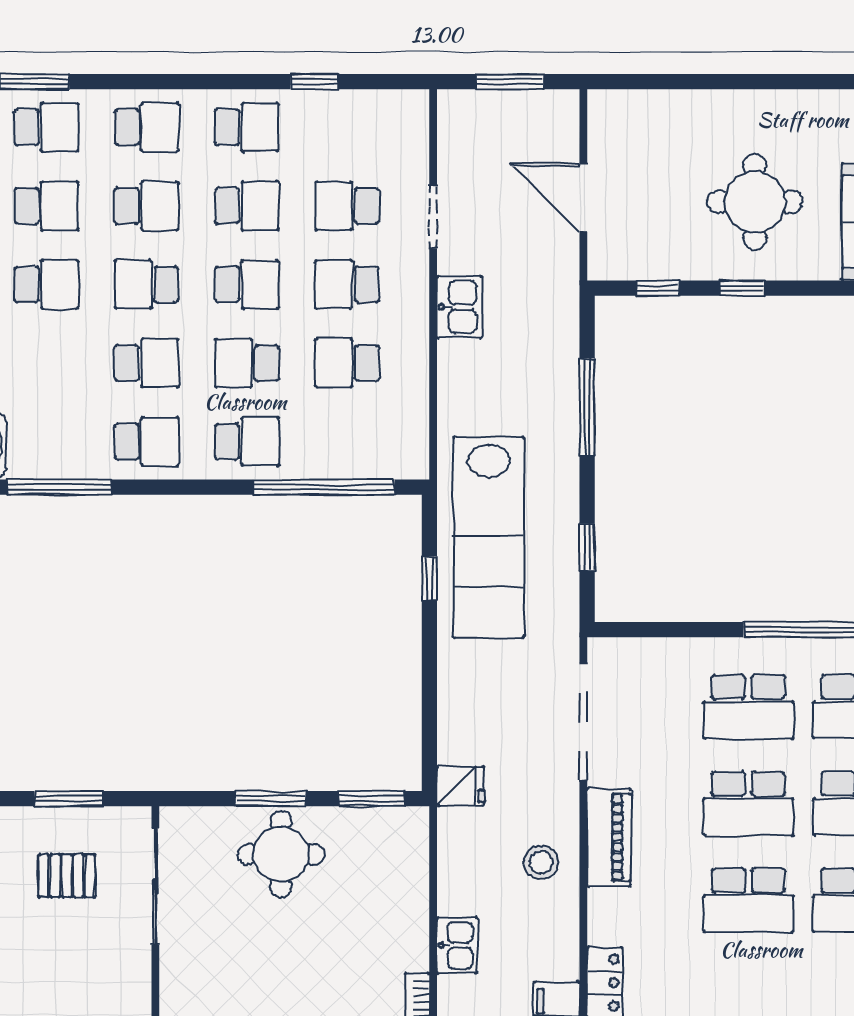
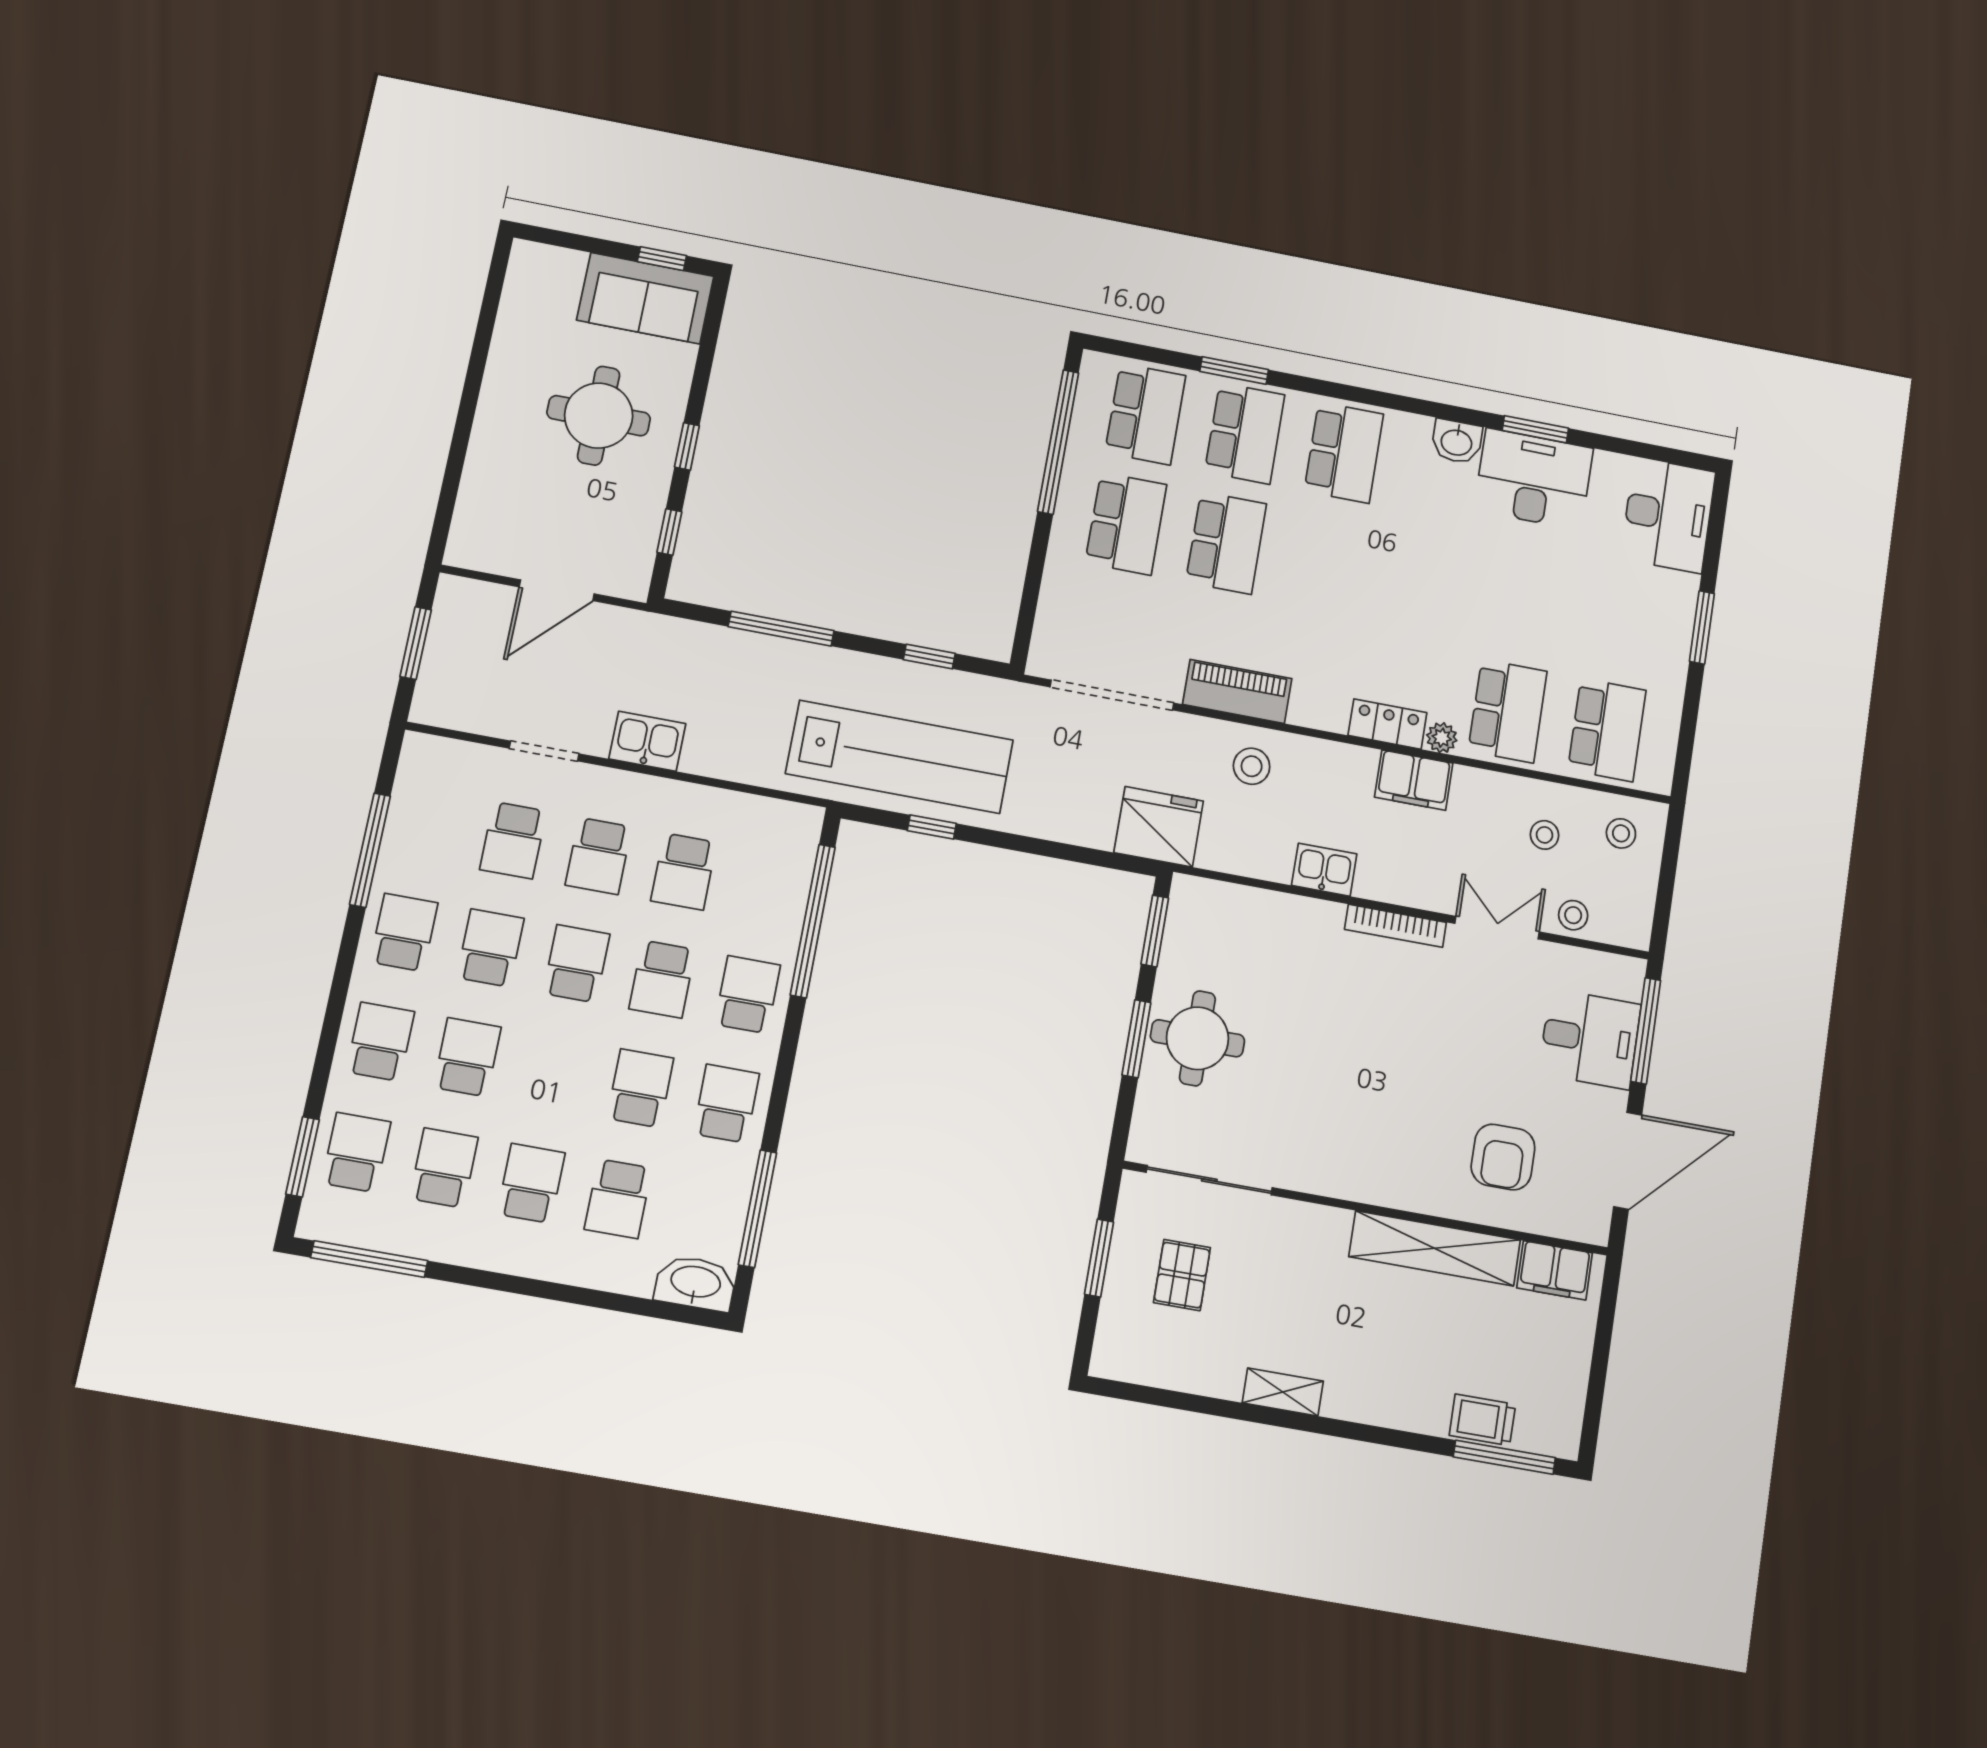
window: (315, 82) -> (370, 850), width x2.17
school desk: (147, 284) -> (618, 1199), moved
fridge: (460, 786) -> (1159, 827), width x1.88, depth x1.34
school desk: (748, 900) -> (1326, 562), removed

